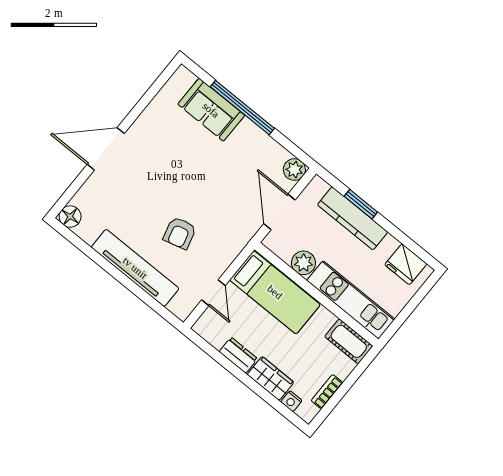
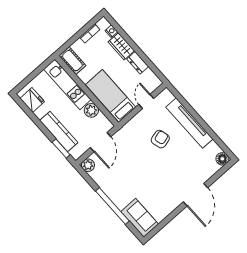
sofa: (211, 110) -> (140, 218), moved
door: (106, 149) -> (195, 195), hinge flipped
window: (361, 204) -> (61, 148), moved

